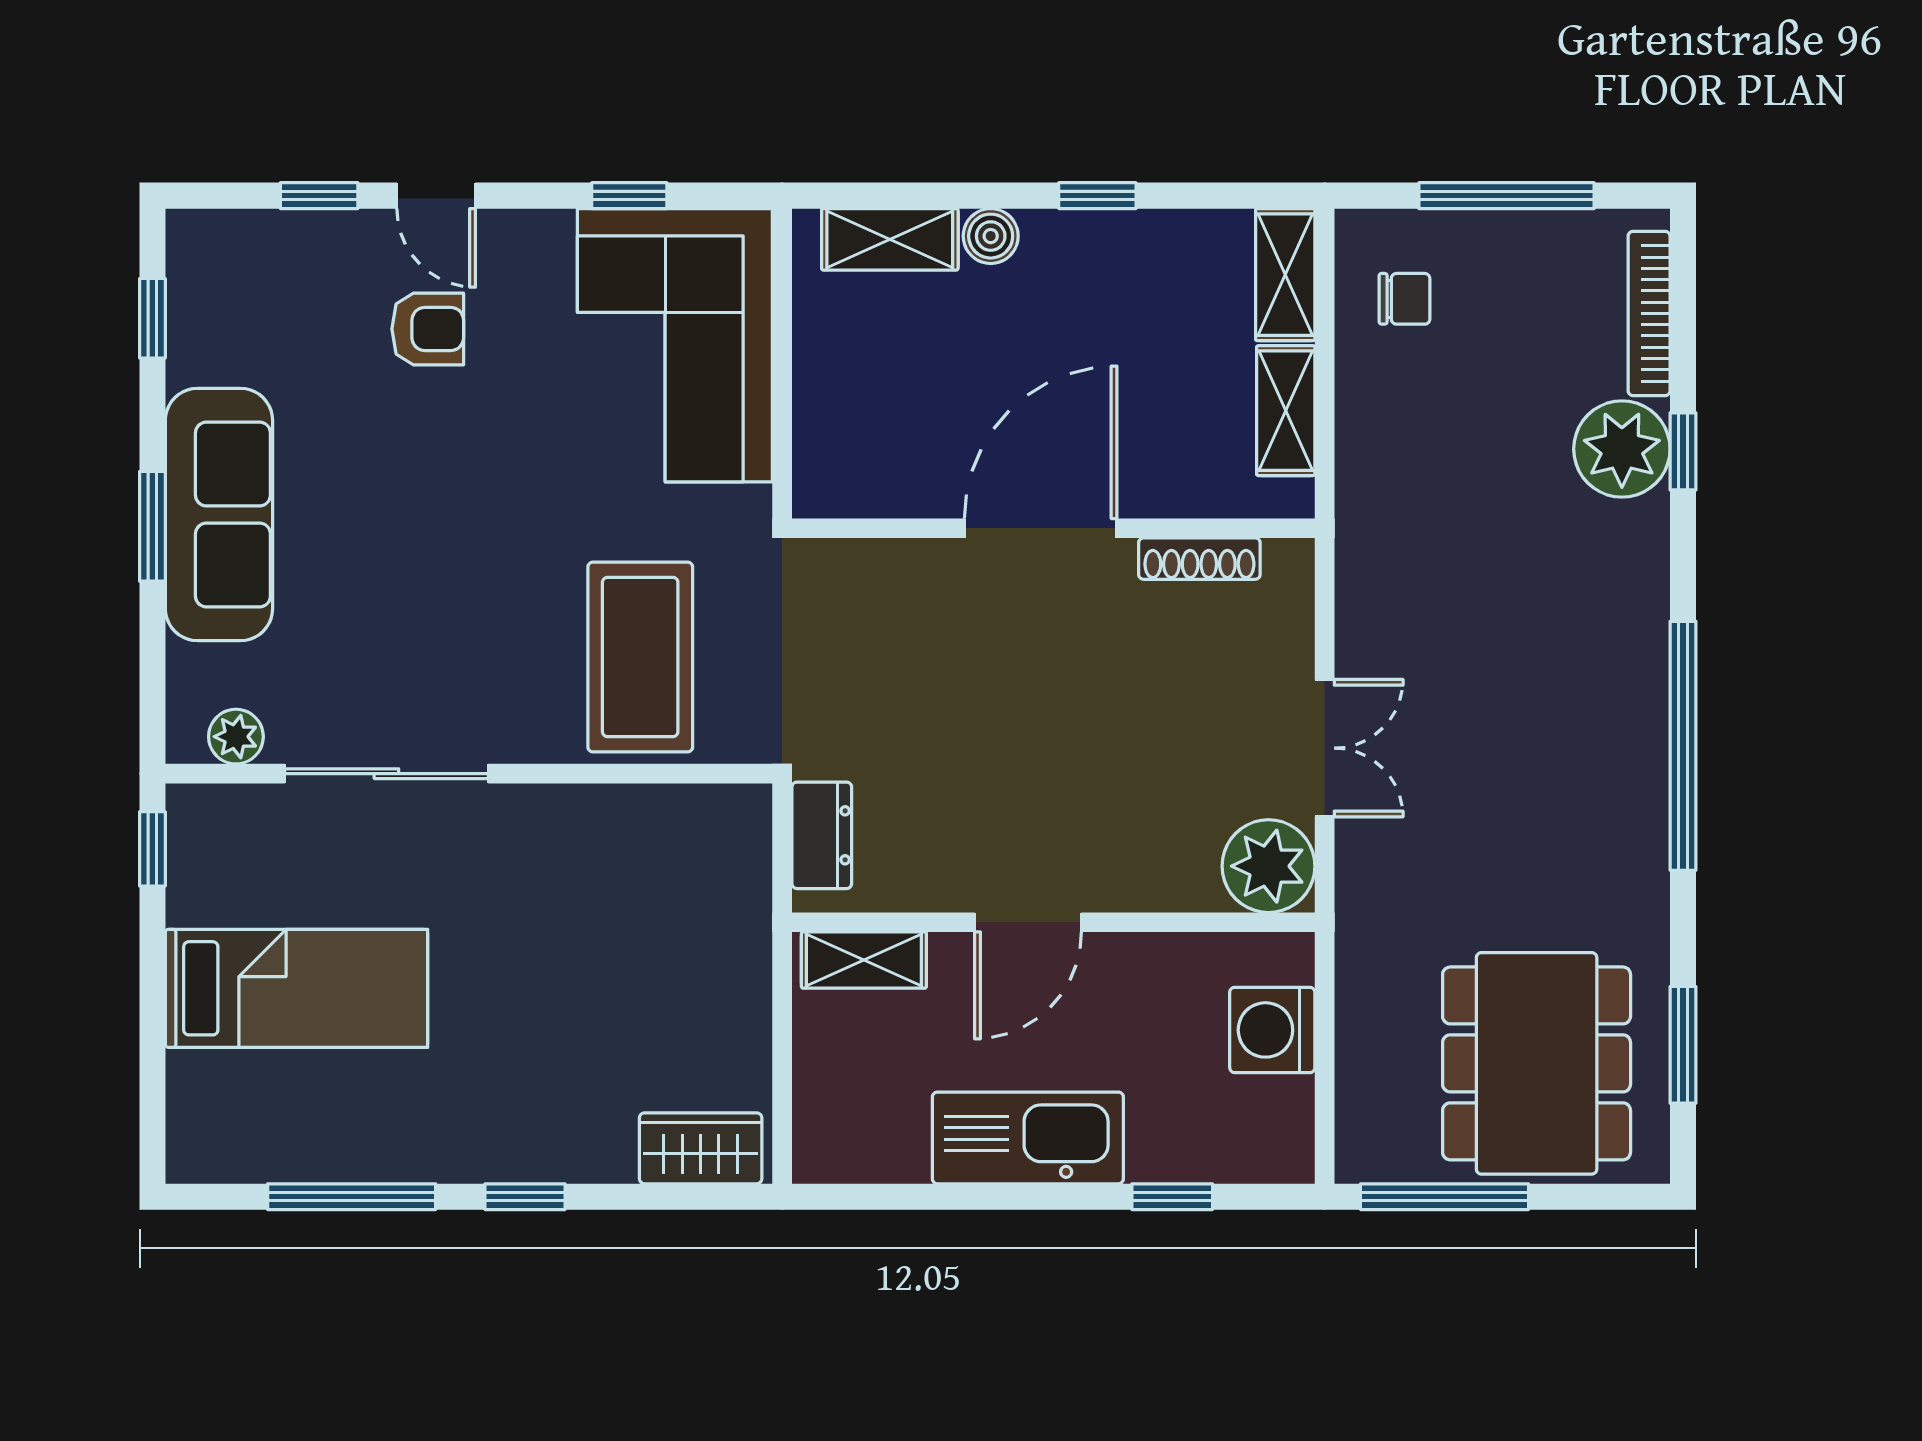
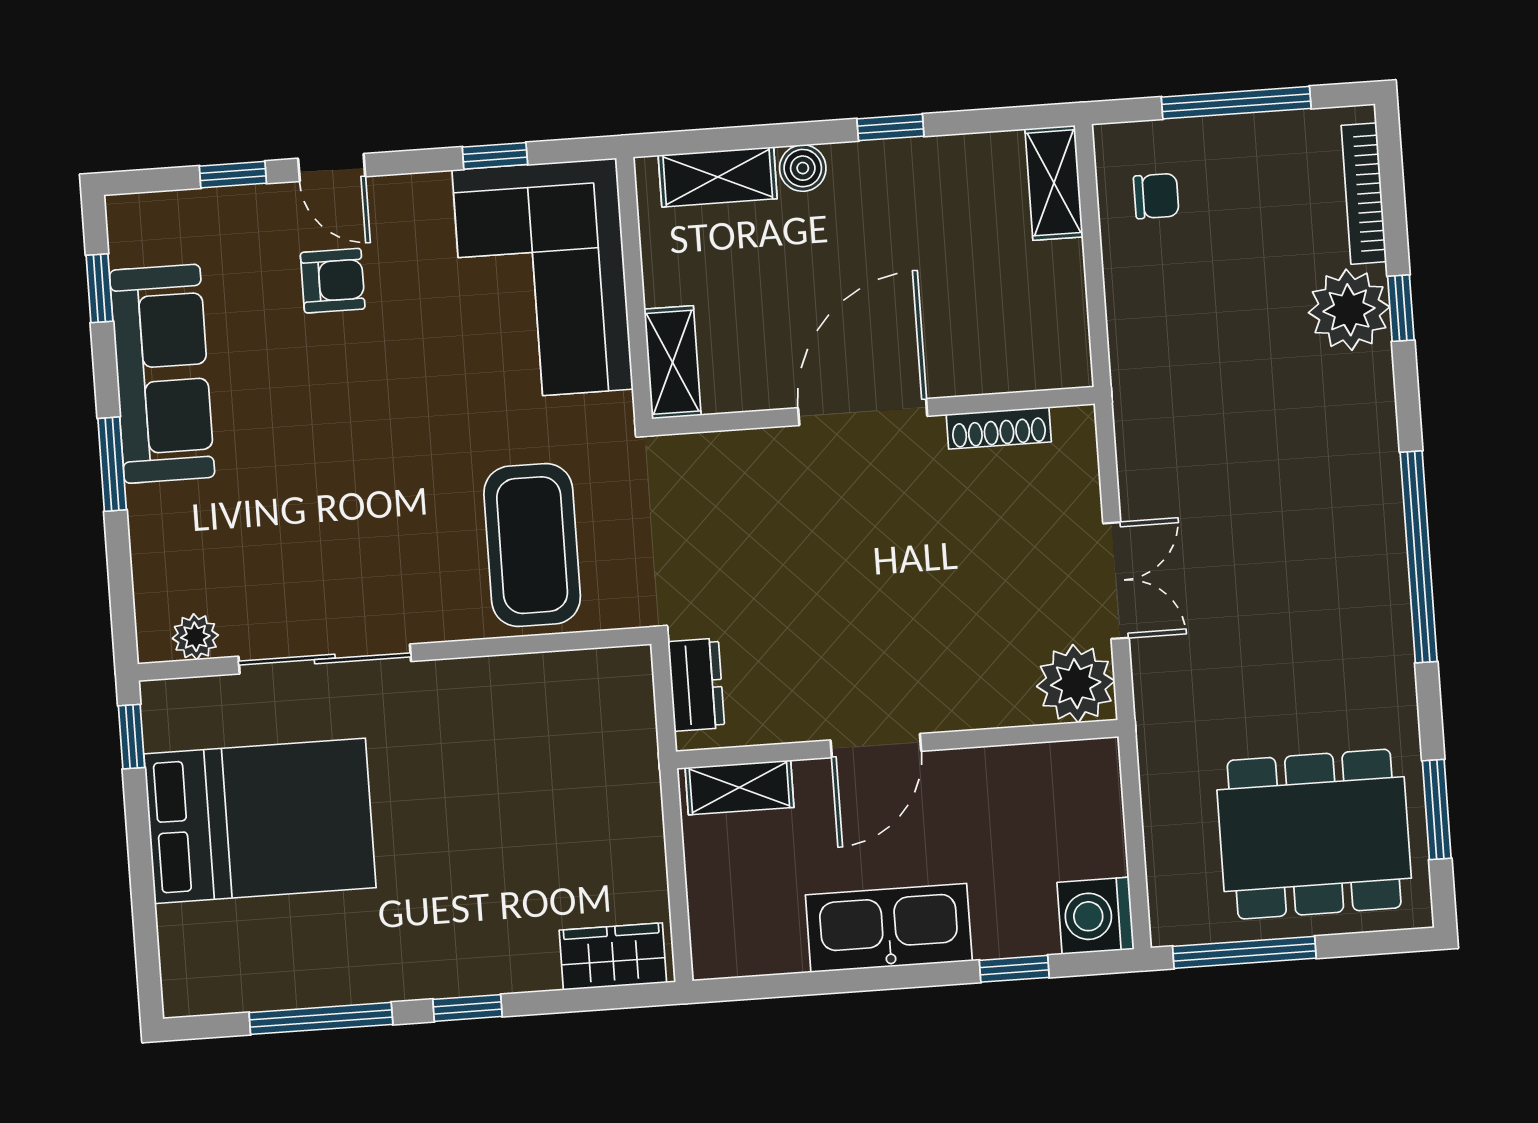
shelving: (1286, 411) -> (673, 362), moved
sofa: (219, 515) -> (162, 374), moved
bed: (297, 988) -> (260, 821), width x1.50
washing machine: (1272, 1030) -> (1096, 916), moved
dining table: (1537, 1063) -> (1314, 834), turned 90

